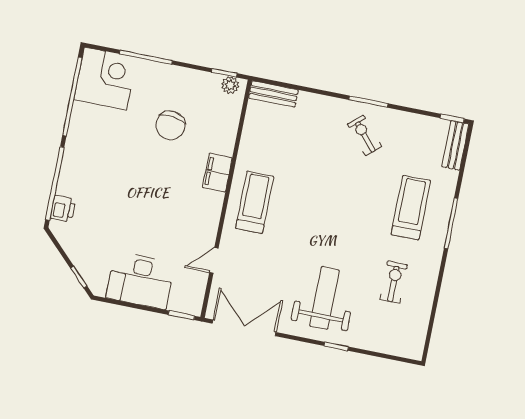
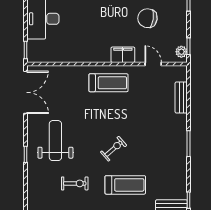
bench: (273, 94) -> (181, 98), moved
exercise bike: (364, 135) -> (114, 149), moved
door: (214, 260) -> (153, 64), moved
weight bench: (324, 298) -> (55, 141), turned -90

